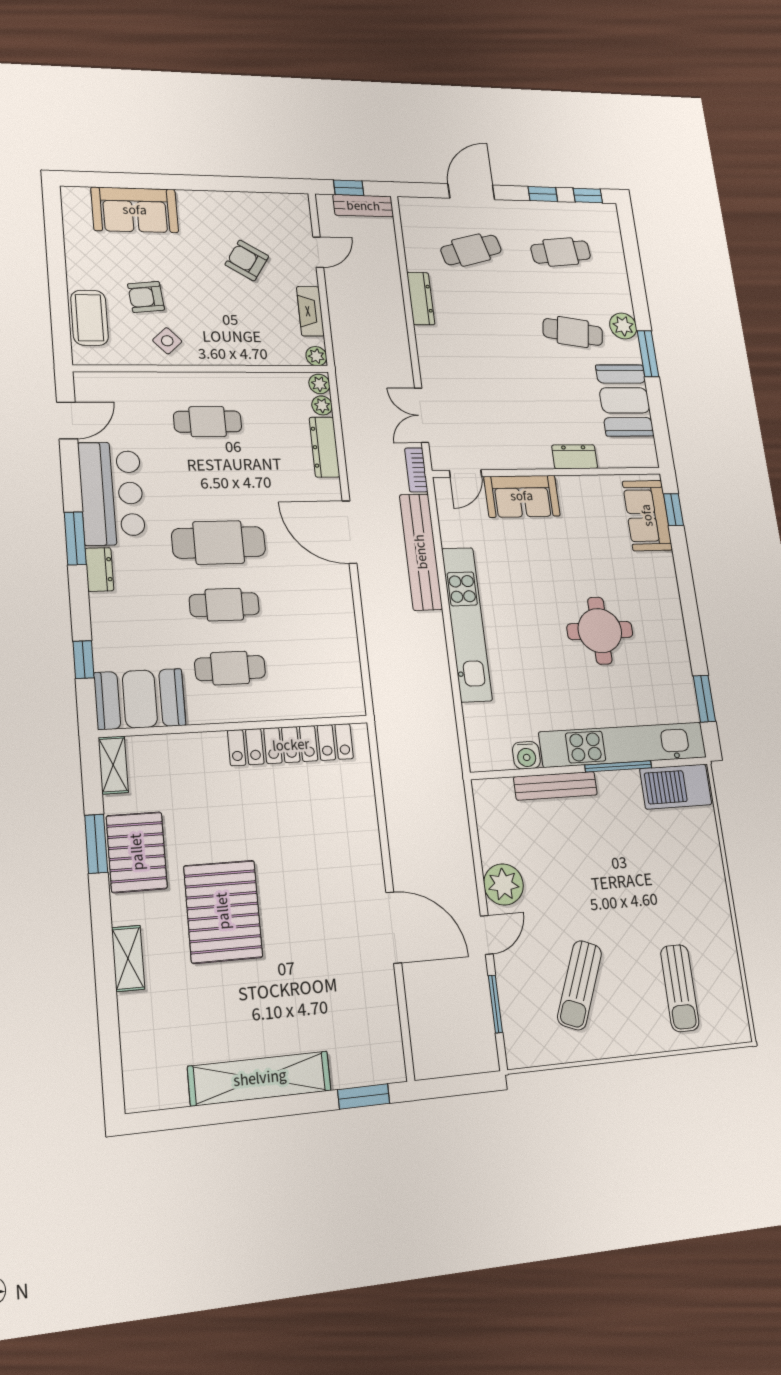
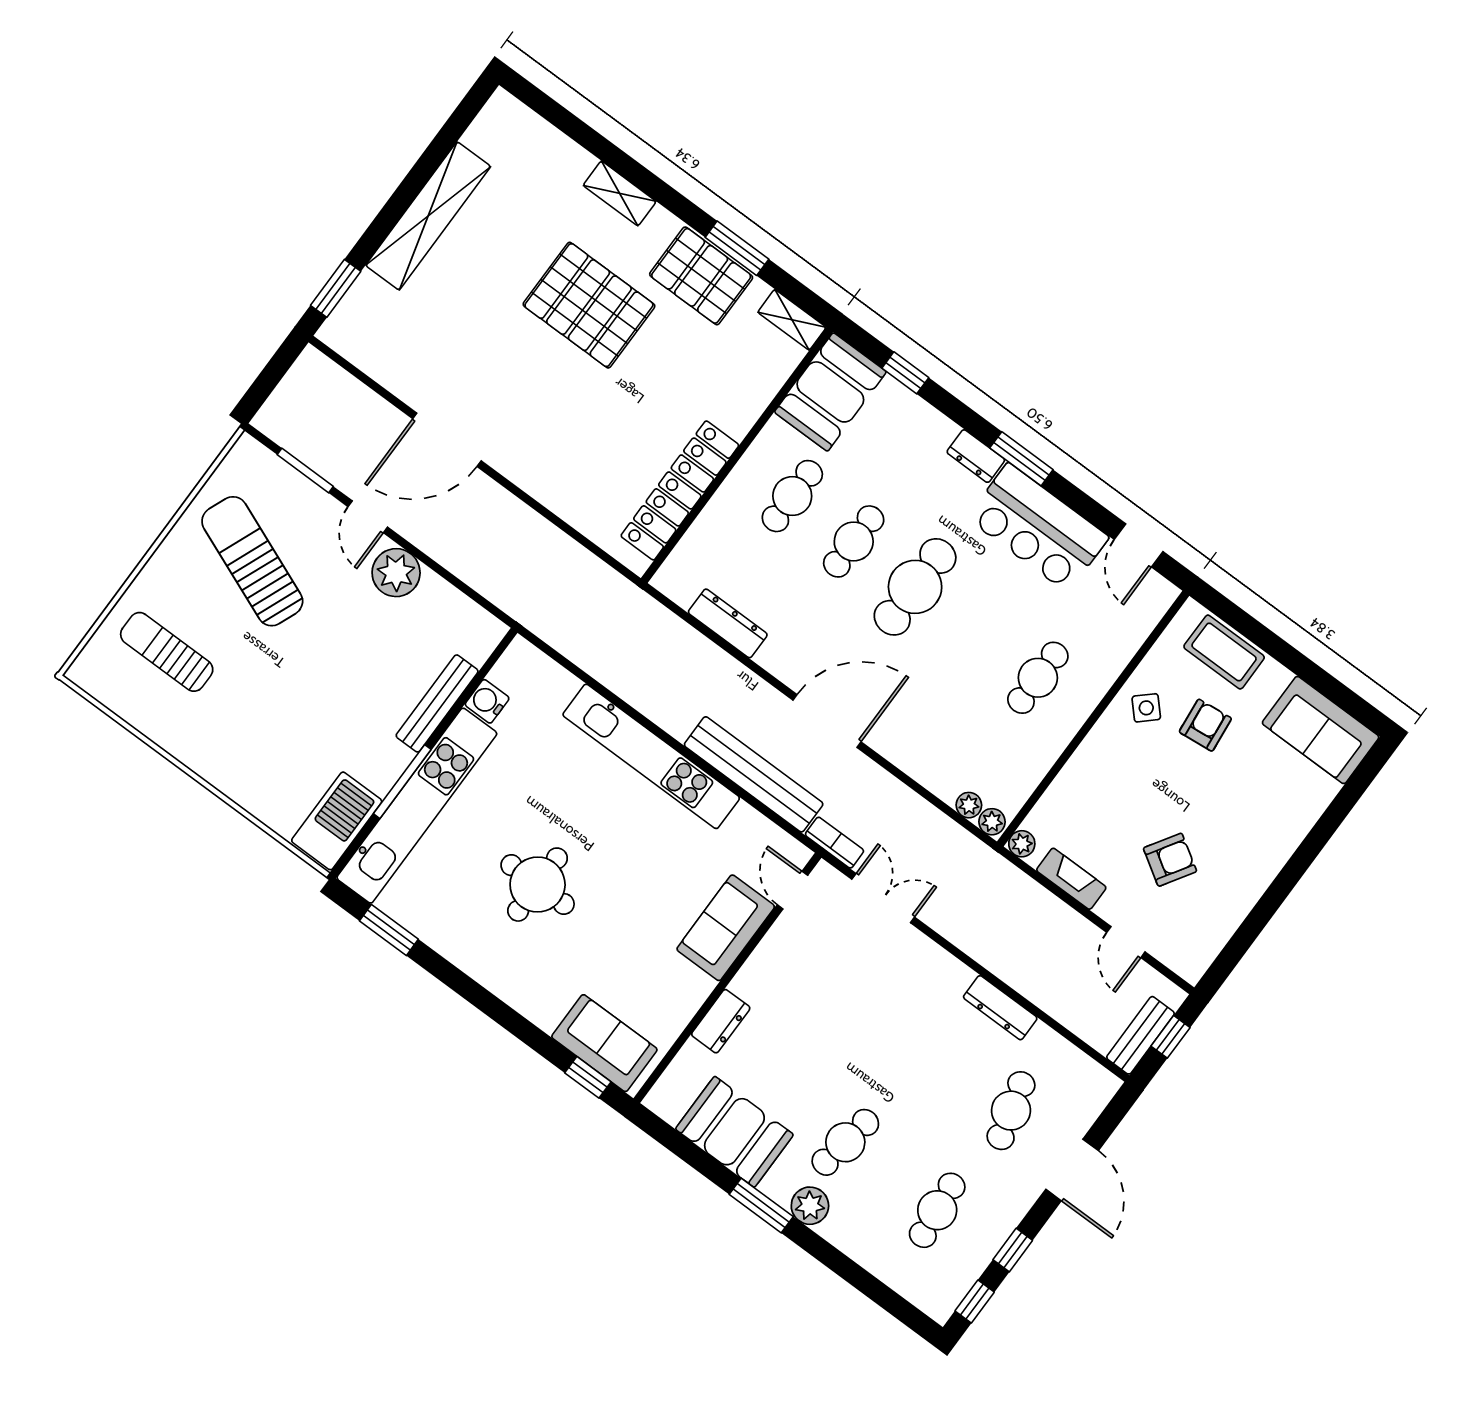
sofa: (135, 210) -> (1321, 730), moved, turned -90
dresser: (325, 447) -> (728, 623), moved
sun lounger: (580, 985) -> (252, 561), width x1.36, depth x1.34

